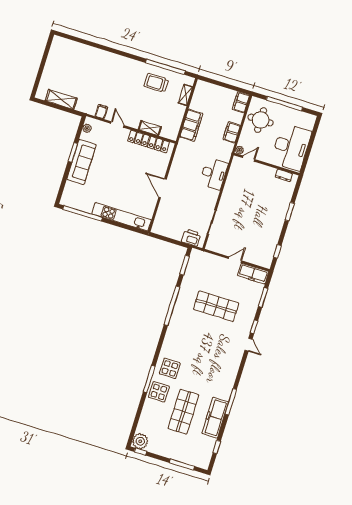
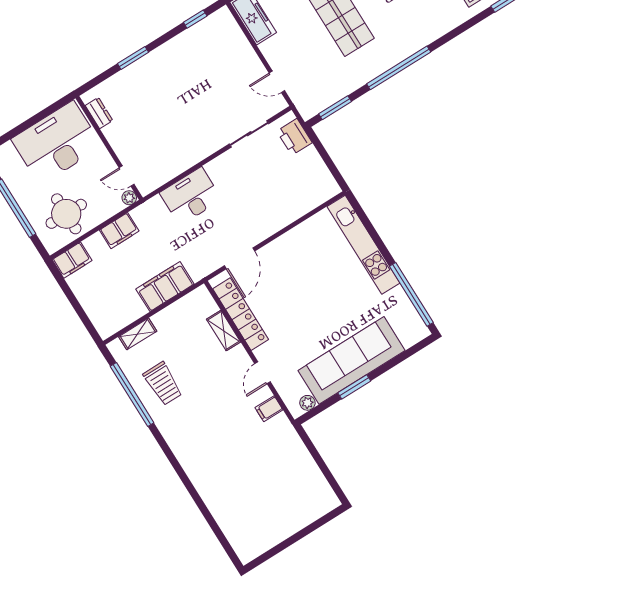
shelving: (61, 99) -> (309, 471), removed
sofa: (81, 162) -> (351, 360), width x1.36, depth x1.27
door: (163, 188) -> (240, 258), moved
door: (235, 260) -> (277, 82), moved

